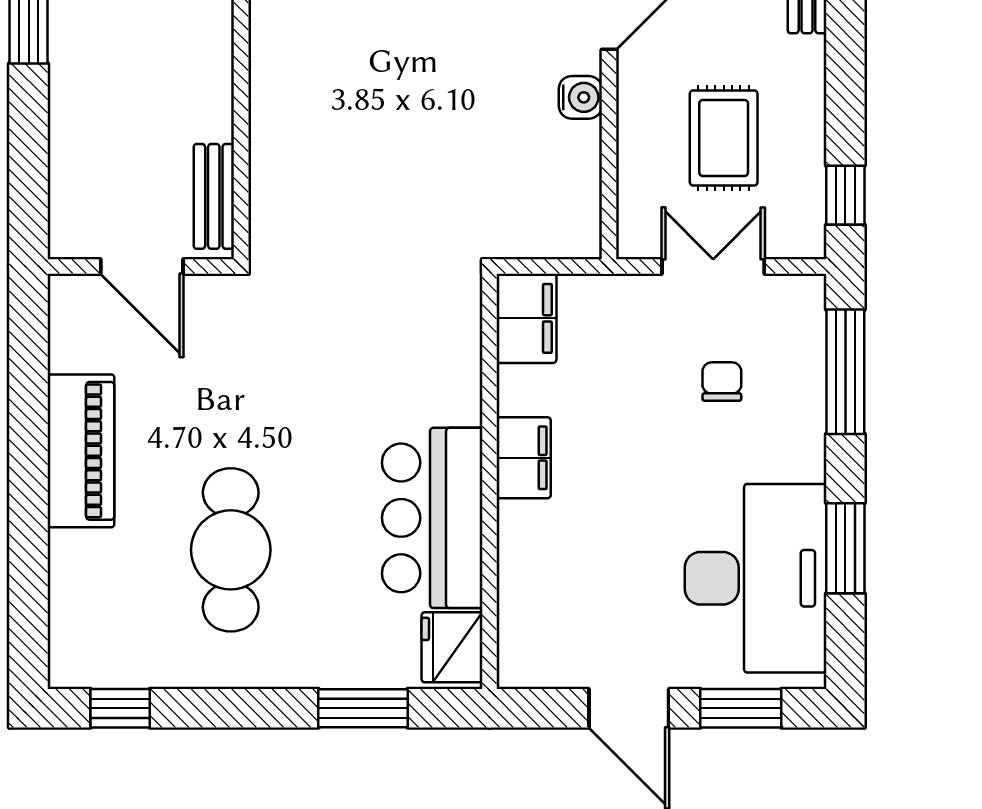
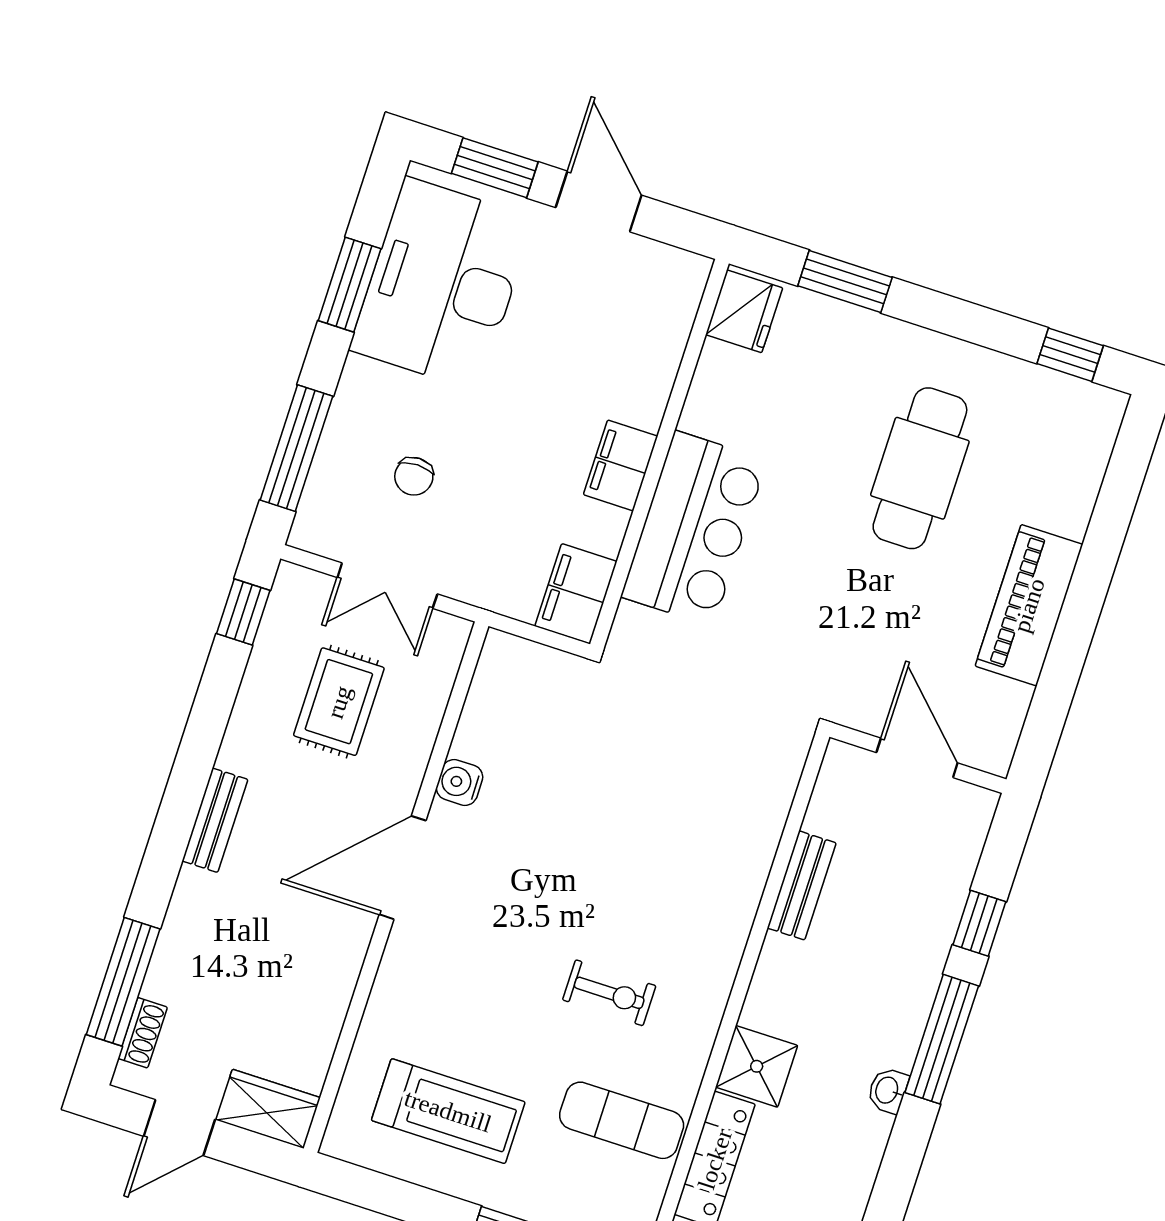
window: (29, 125) -> (979, 923), added
bench: (214, 196) -> (802, 885), moved
bar counter: (432, 518) -> (694, 528), moved

